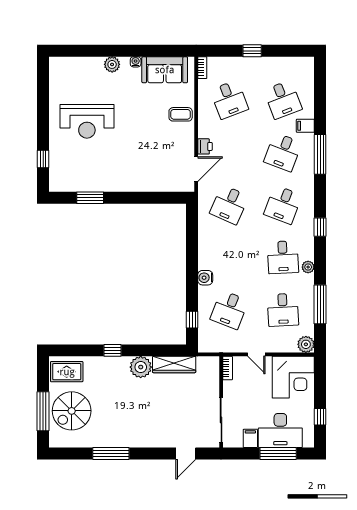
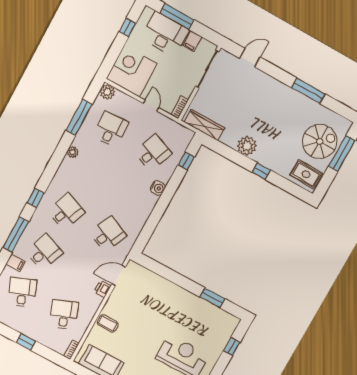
window: (320, 227) -> (36, 198), moved
desk: (283, 257) -> (88, 171), removed
wardrobe: (174, 364) -> (205, 125), moved

